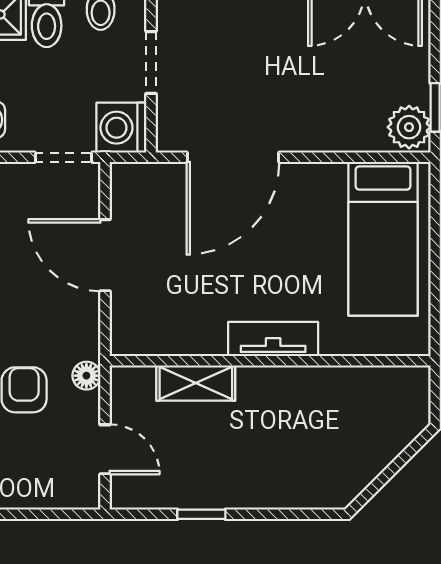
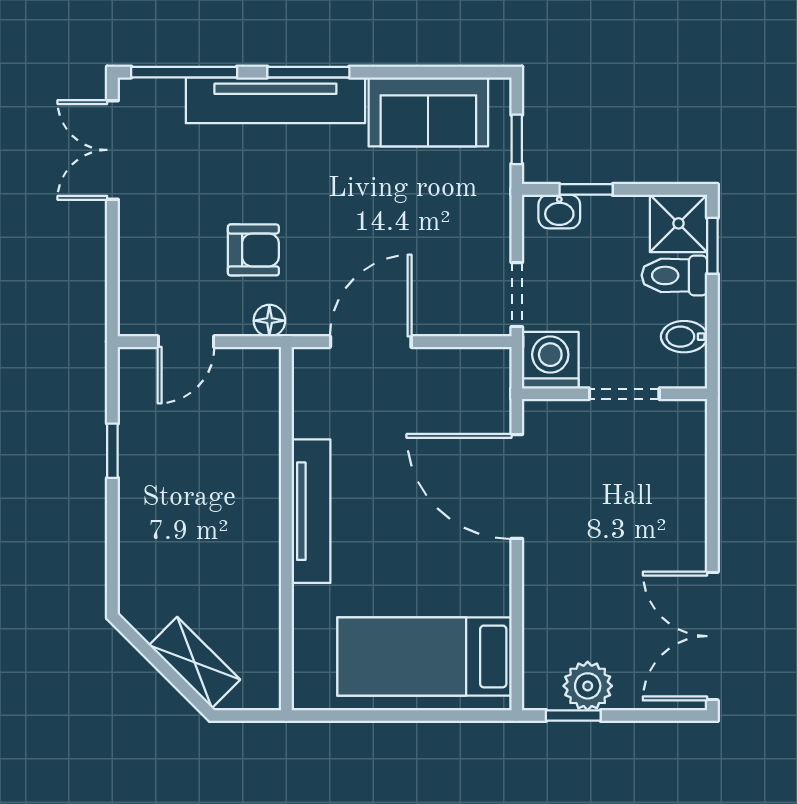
plant: (409, 127) -> (588, 686), moved
door: (105, 255) -> (371, 342), moved
tv unit: (273, 339) -> (311, 511), width x1.41
shelving: (196, 383) -> (195, 662), moved, turned -45

